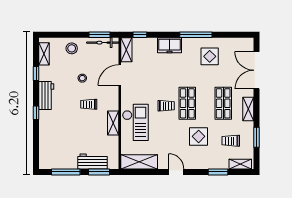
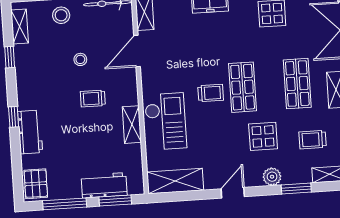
workbench: (46, 96) -> (30, 132), moved
pallet: (48, 158) -> (36, 184), added
plant: (203, 163) -> (272, 177), added
door: (176, 172) -> (233, 193), hinge flipped

